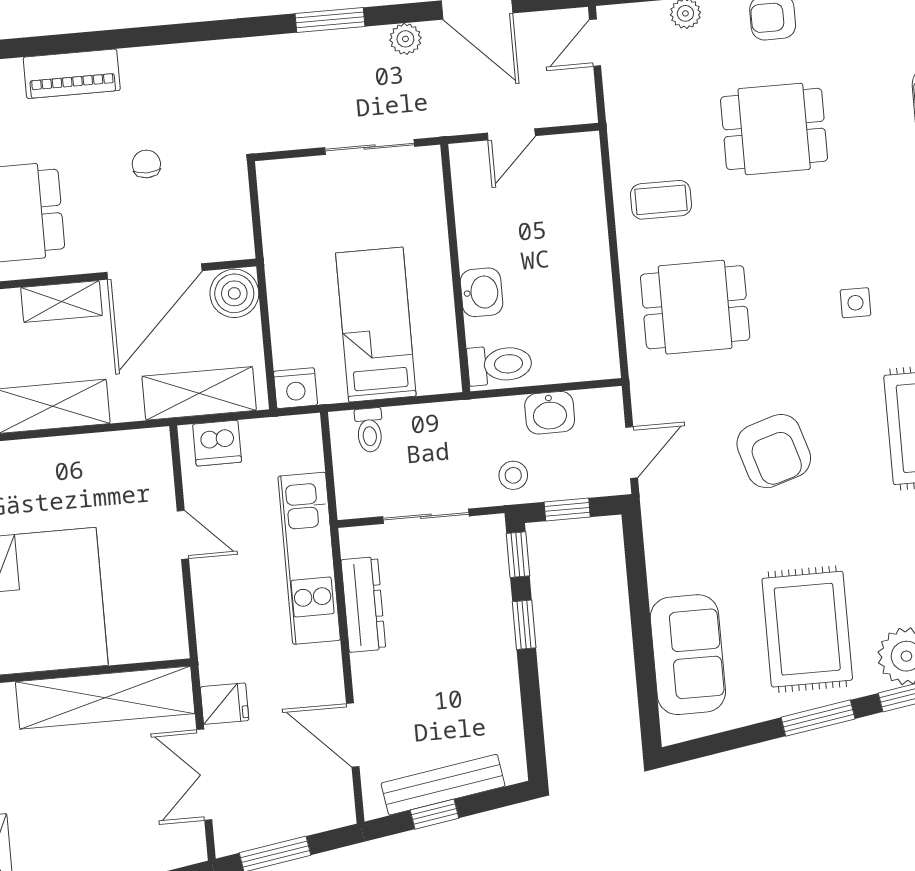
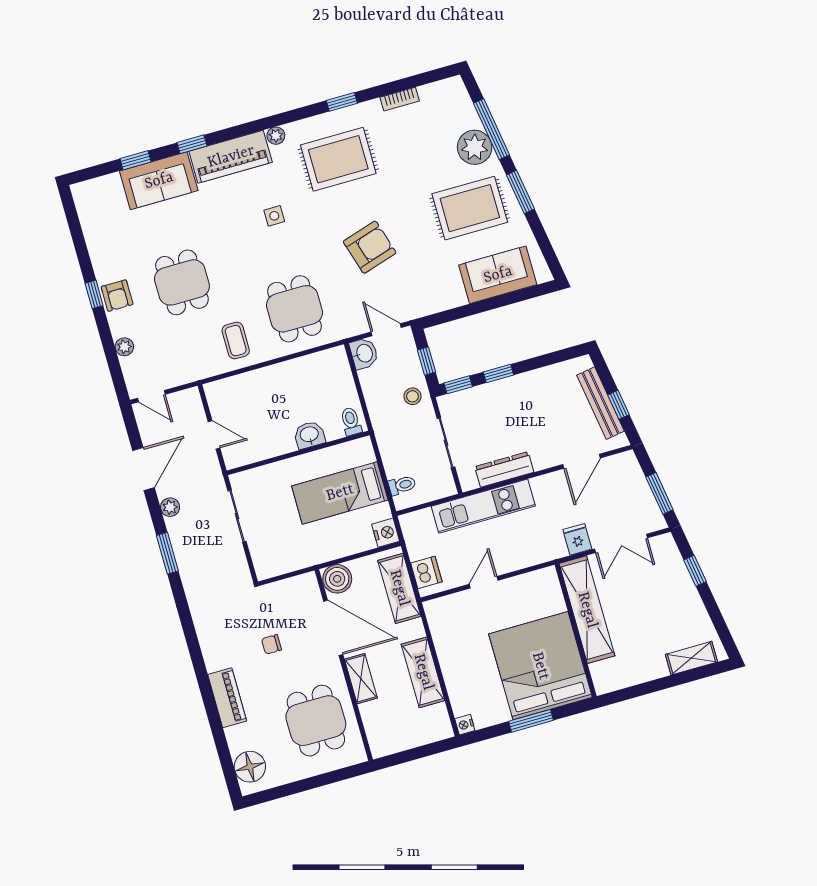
toilet: (500, 365) -> (351, 421), width x0.73, depth x0.72
washbasin: (550, 413) -> (364, 353), moved

